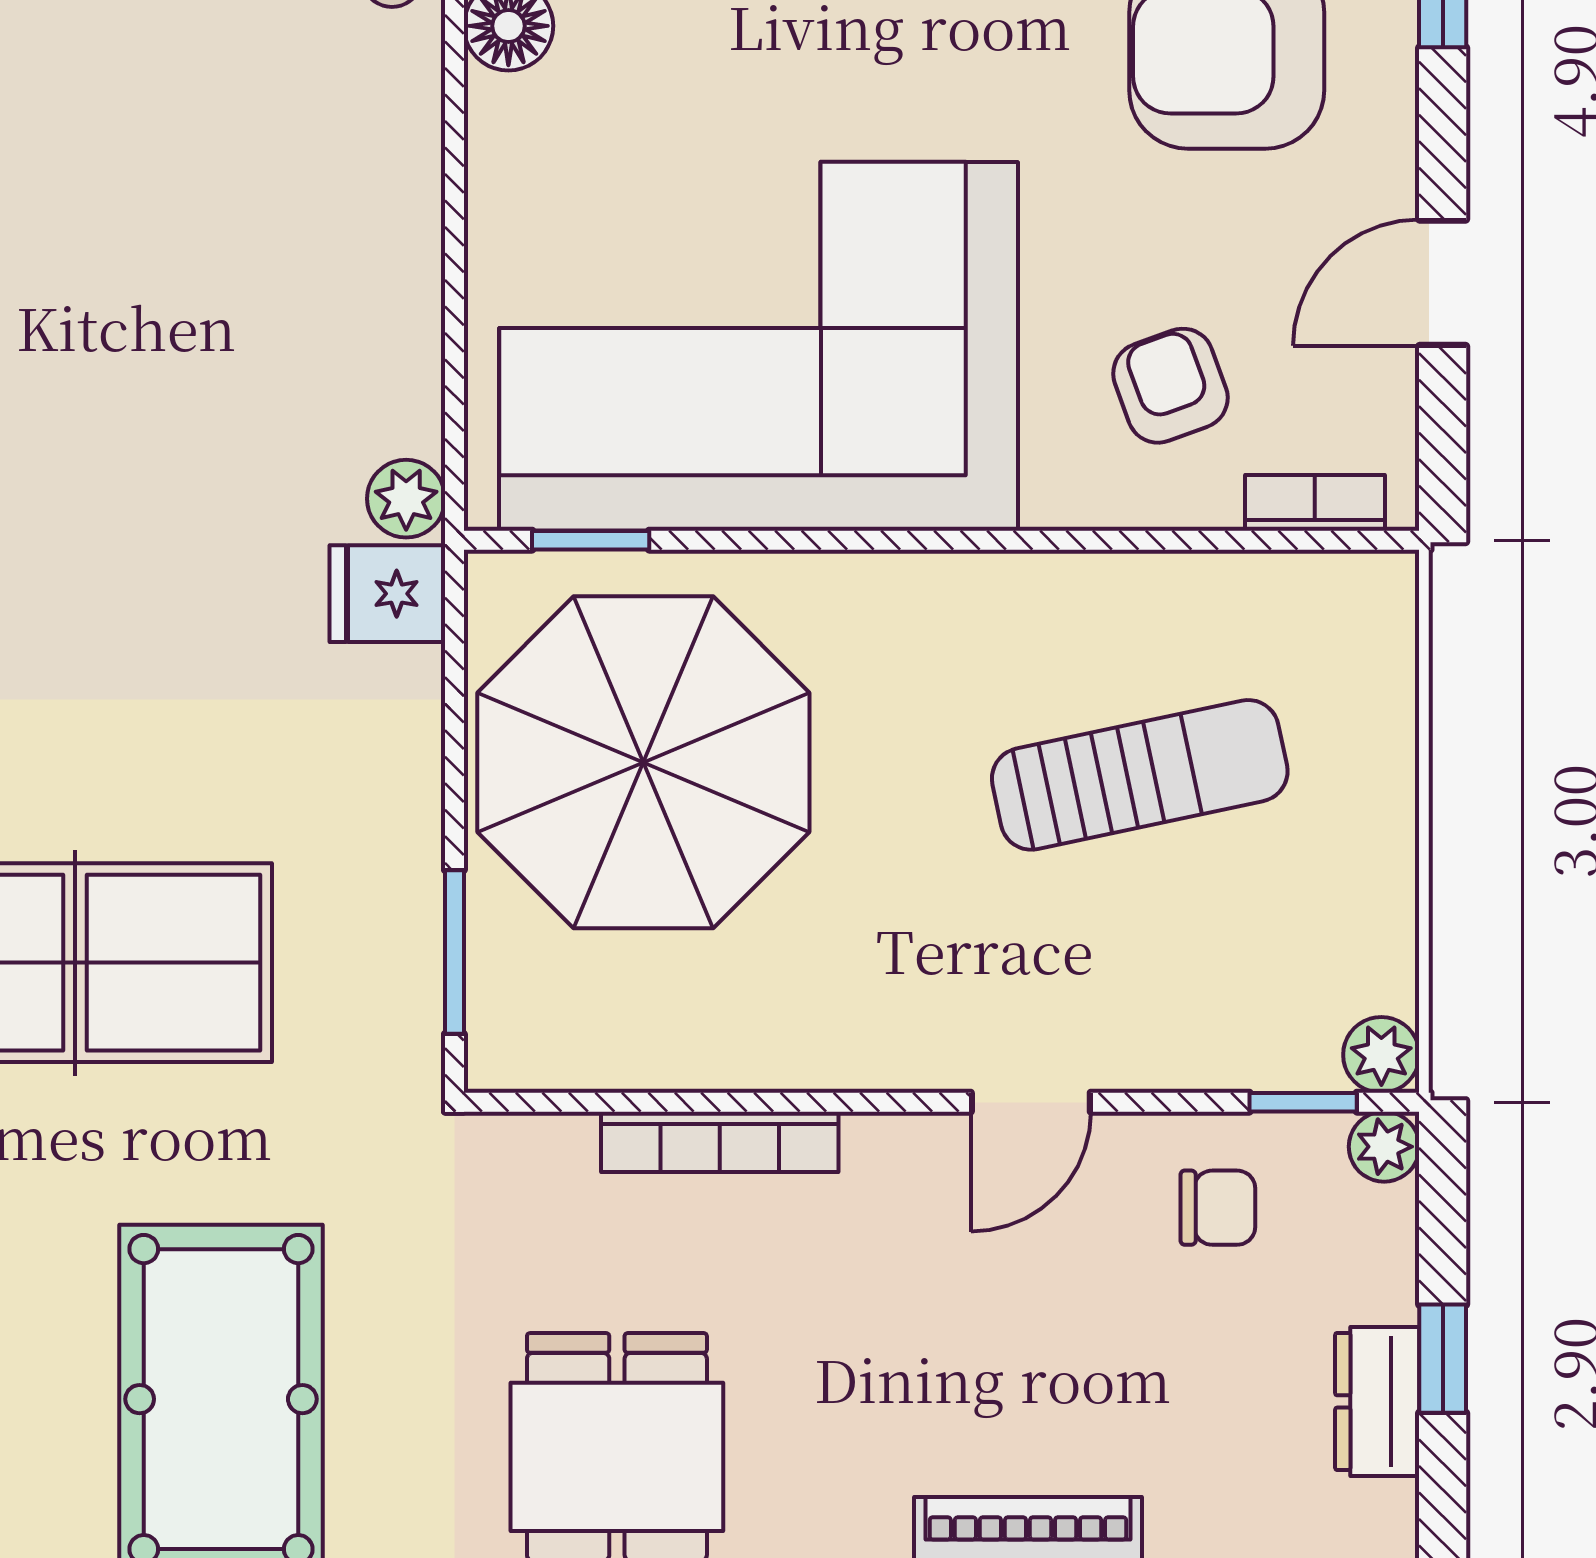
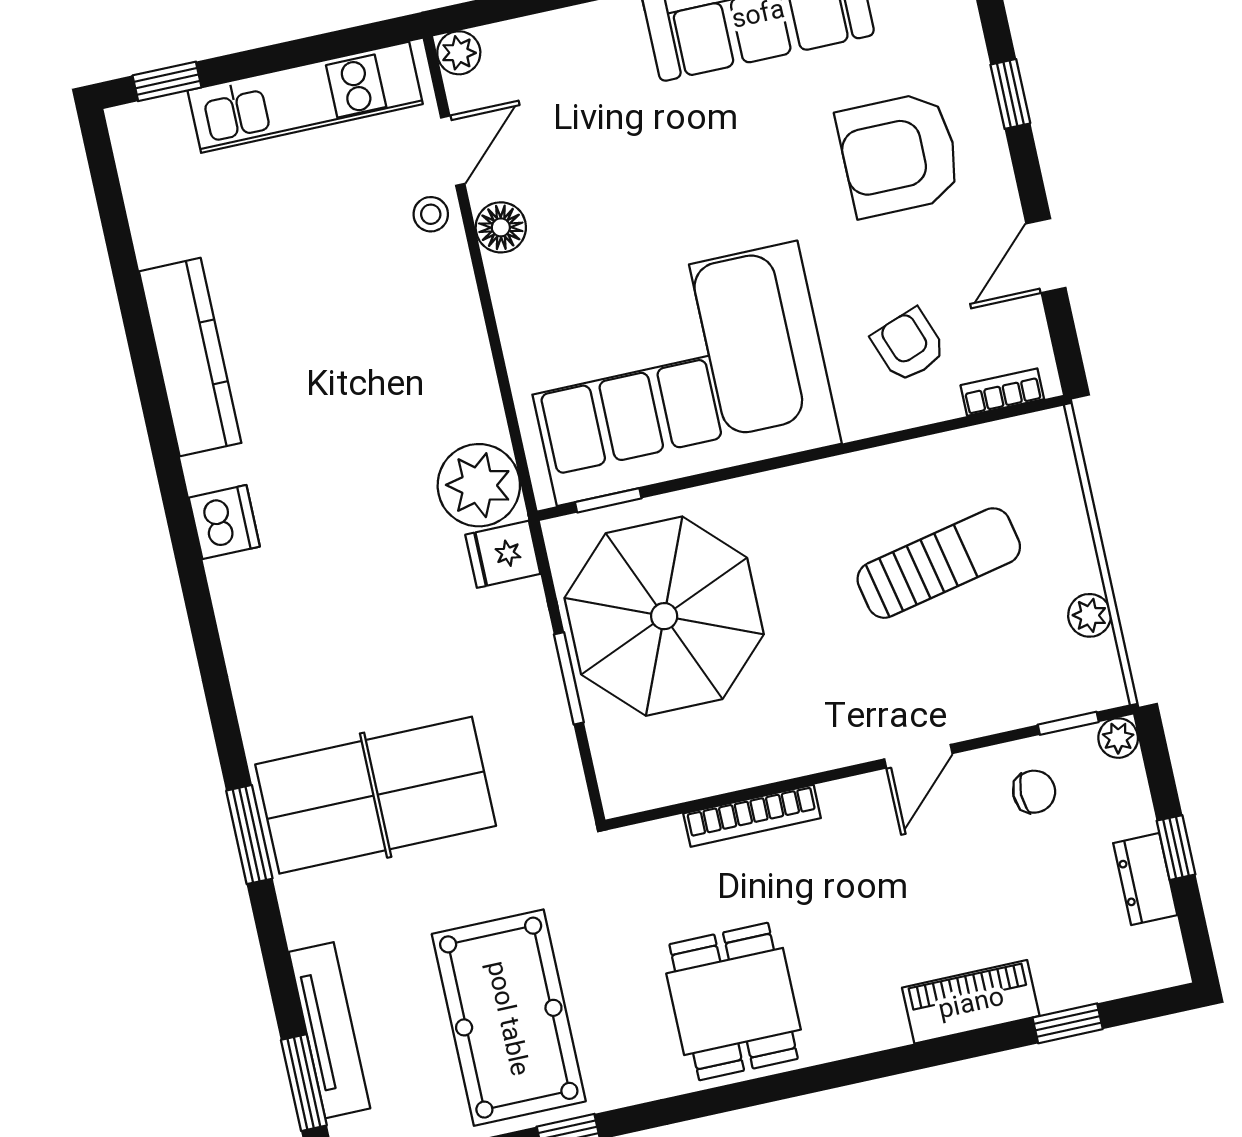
plant: (406, 499) -> (479, 485), width x1.88, depth x1.88
window: (454, 952) -> (569, 678), moved
plant: (1381, 1055) -> (1090, 615), moved

